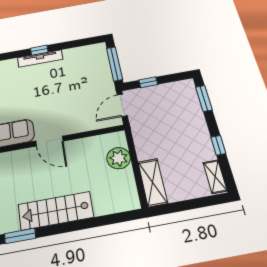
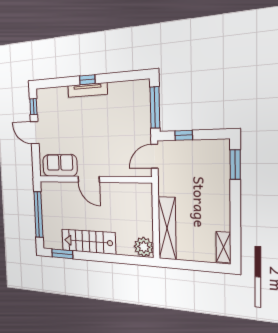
window: (218, 145) -> (235, 218), removed
plant: (119, 158) -> (144, 247), moved
shelving: (153, 182) -> (167, 228), width x1.47

